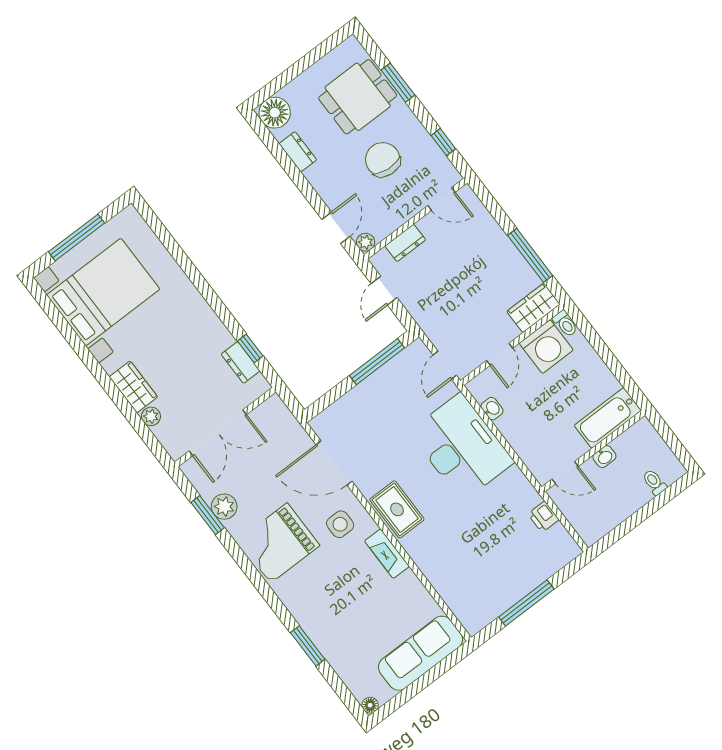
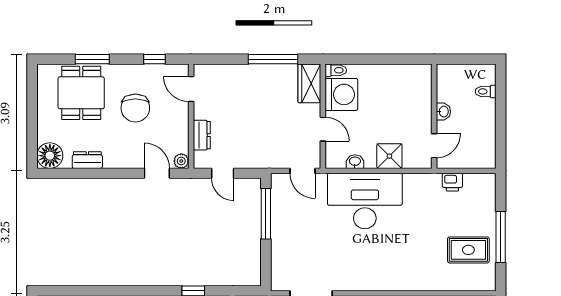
chair: (383, 160) -> (135, 108), turned -95
door: (442, 199) -> (191, 89), swing flipped
bathtub: (608, 418) -> (420, 90), removed
shower: (522, 438) -> (389, 156), added
rug: (397, 509) -> (468, 250), moved

